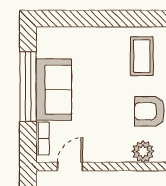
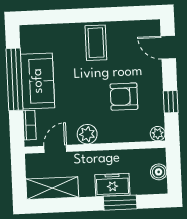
coffee table: (142, 56) -> (96, 43), moved
plant: (143, 152) -> (87, 134), moved

